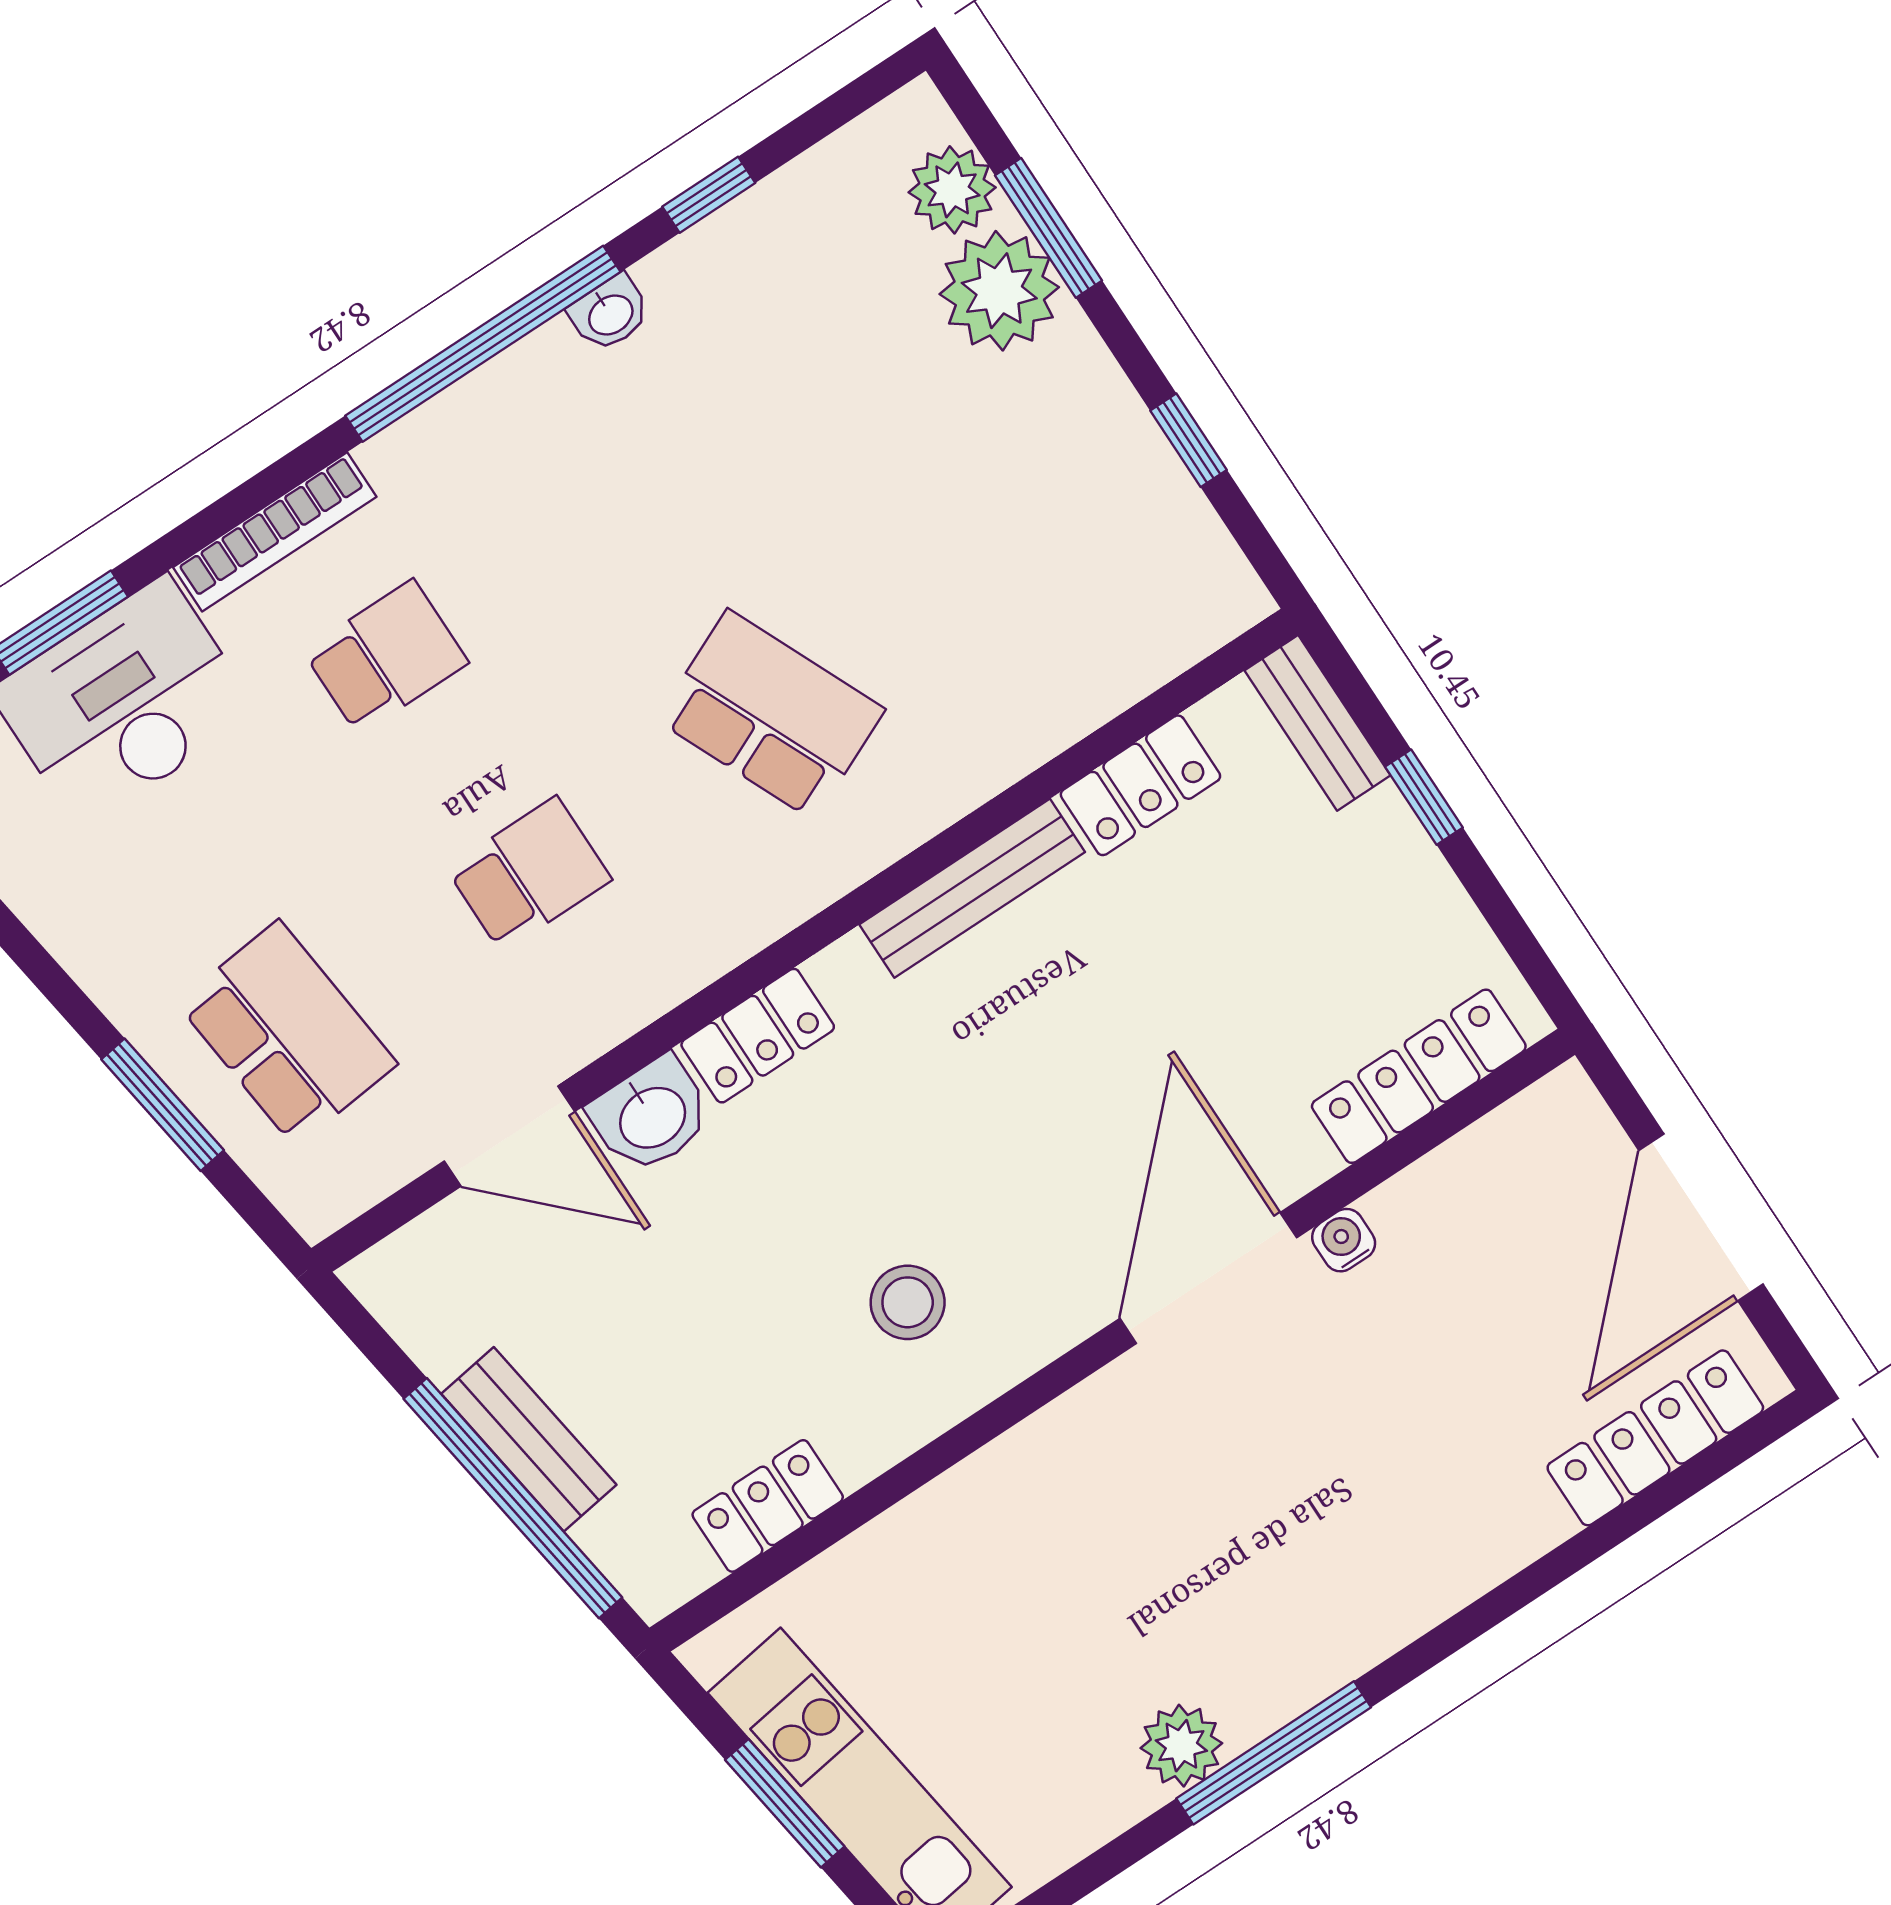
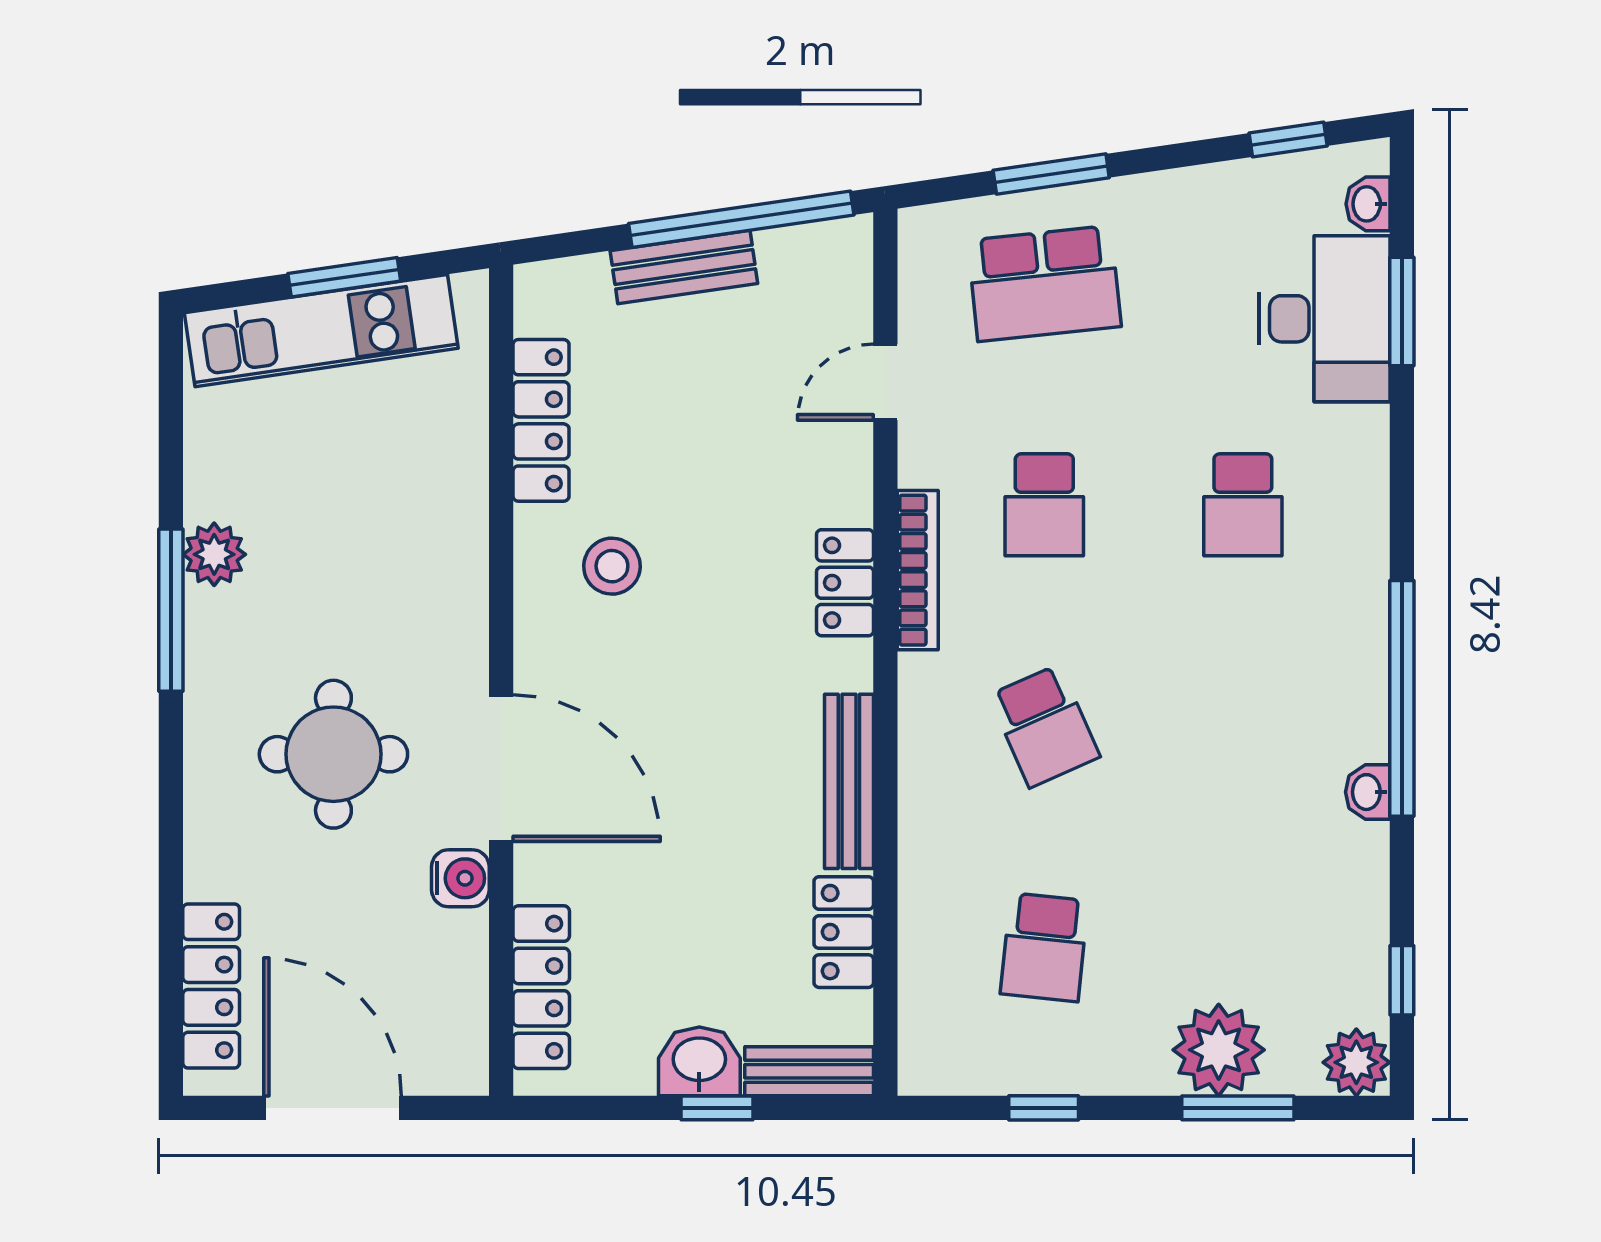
plant: (952, 190) -> (1356, 1062), moved
window: (709, 195) -> (1402, 980), moved
bookcase: (275, 532) -> (918, 570), moved, turned 180
school desk: (1013, 555) -> (1044, 947), added
school desk: (771, 715) -> (1044, 726), width x0.54
washbasin: (651, 1116) -> (699, 1061), moved, turned 90
door: (509, 1136) -> (885, 382), width x0.73
water cooler: (1344, 1240) -> (460, 878), width x1.38, depth x1.38
round table: (1314, 1471) -> (333, 754), added
window: (513, 1498) -> (741, 219), moved
locker: (768, 1506) -> (541, 420), width x1.53

